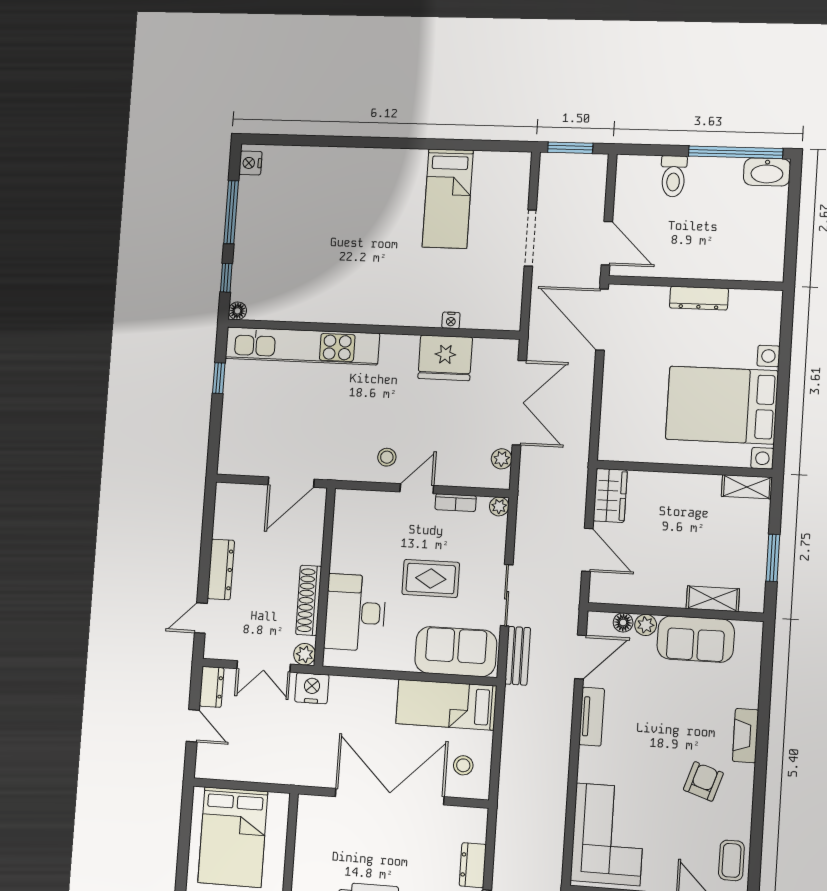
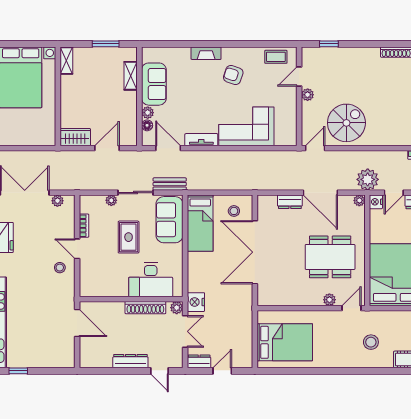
plant: (499, 506) -> (111, 200), moved
corner sofa: (608, 834) -> (246, 126), moved

